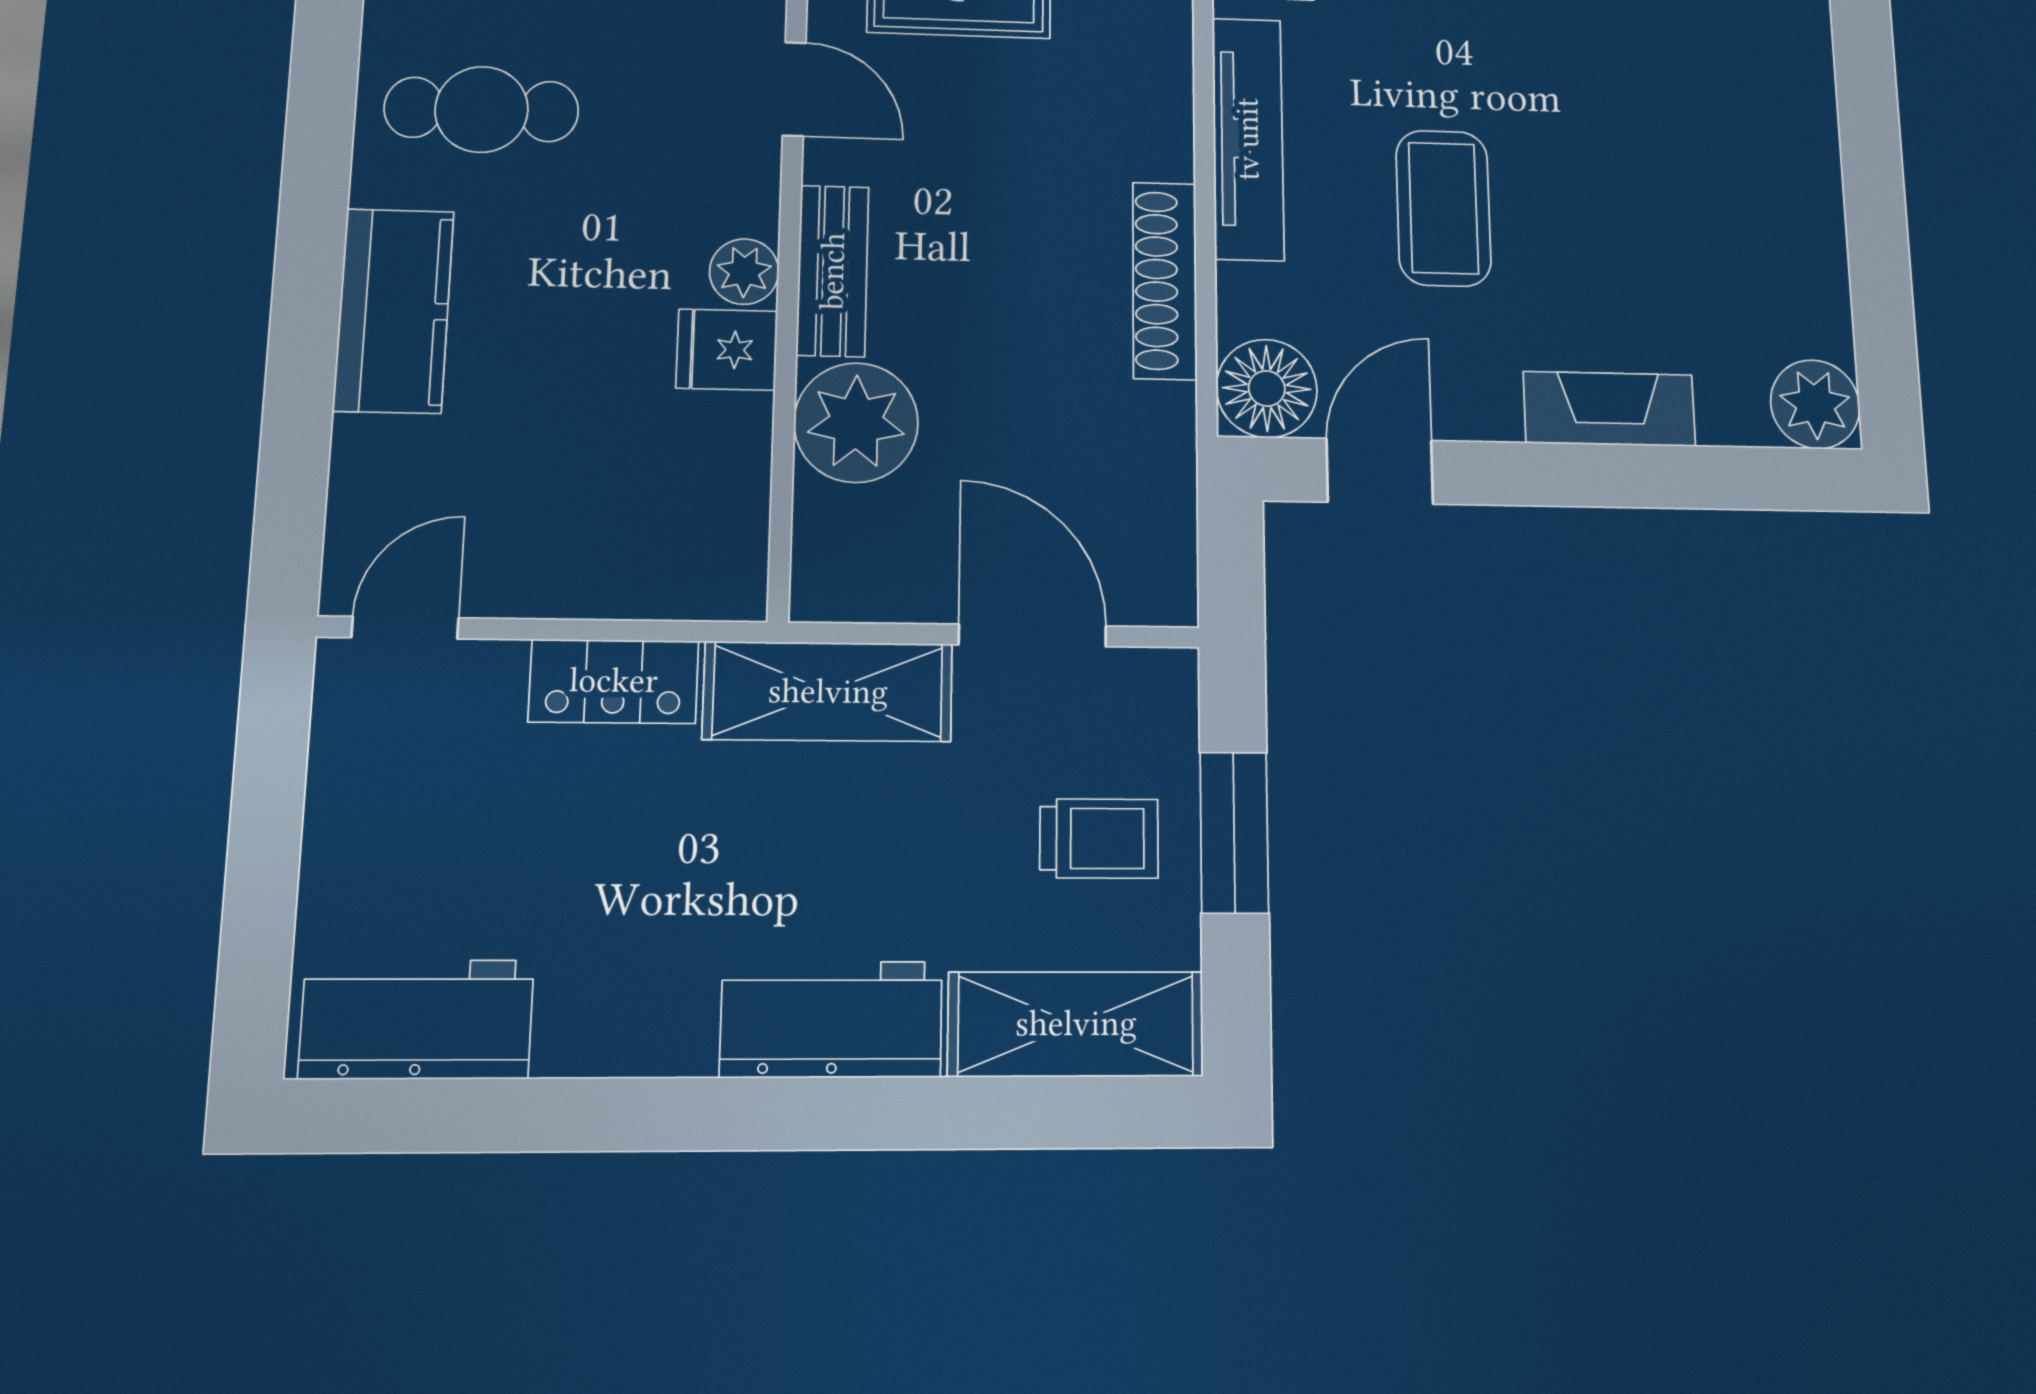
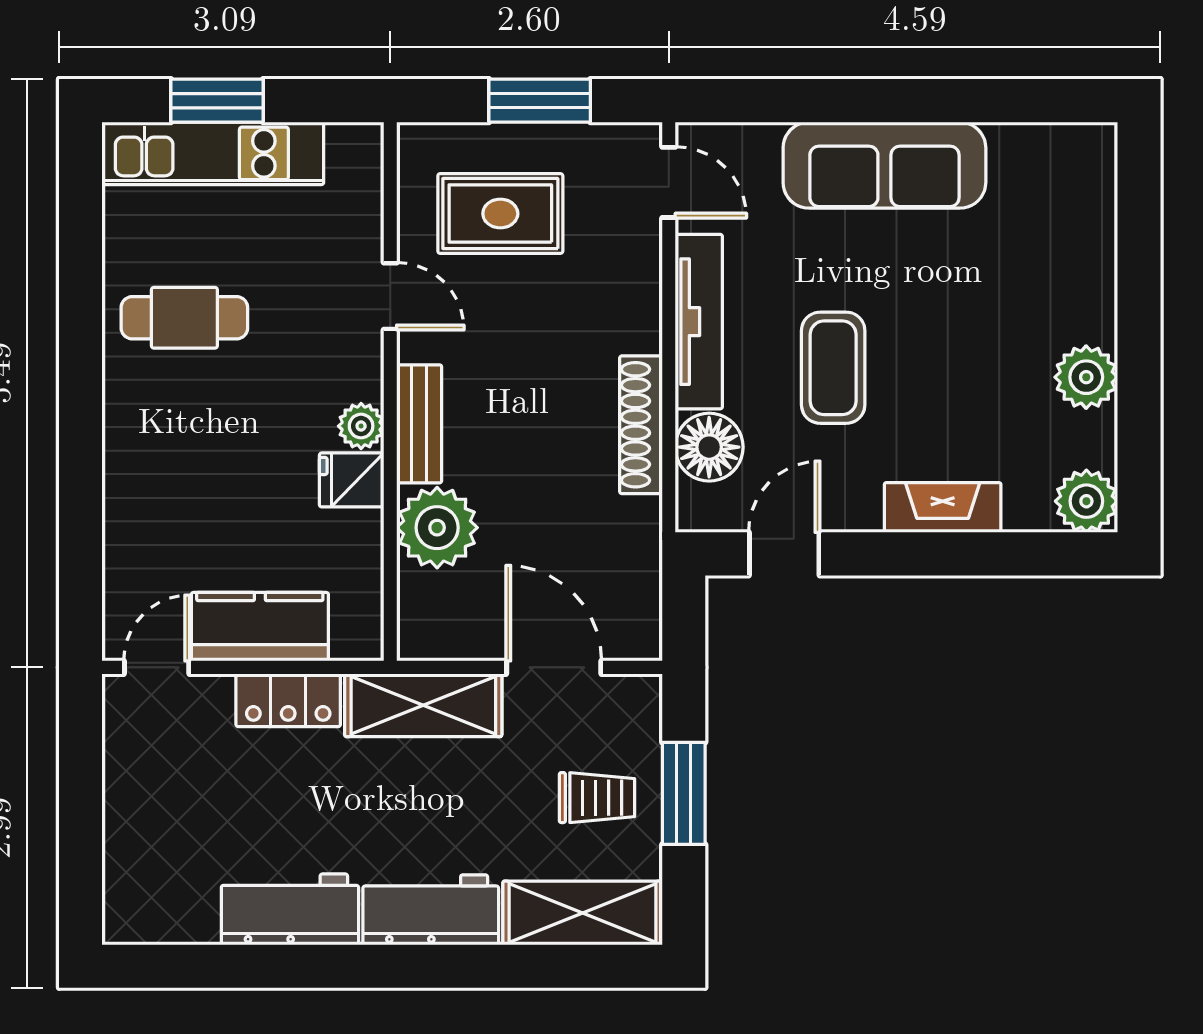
plant: (1803, 231) -> (1086, 377), added
kitchen counter: (394, 311) -> (260, 627), moved, turned -90
floor lamp: (1267, 388) -> (709, 447), moved
workbench: (417, 1019) -> (290, 909), moved

